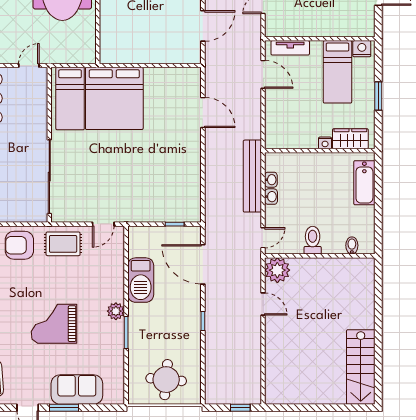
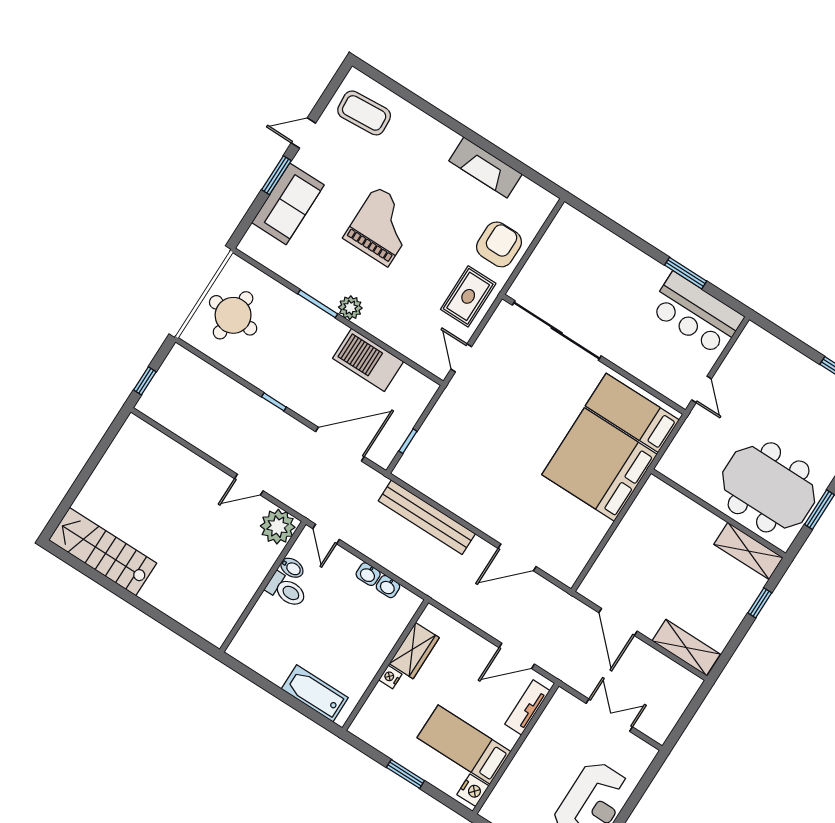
wardrobe: (350, 139) -> (414, 651), moved
bench: (252, 176) -> (427, 517), moved
bidet: (352, 245) -> (292, 568), moved

